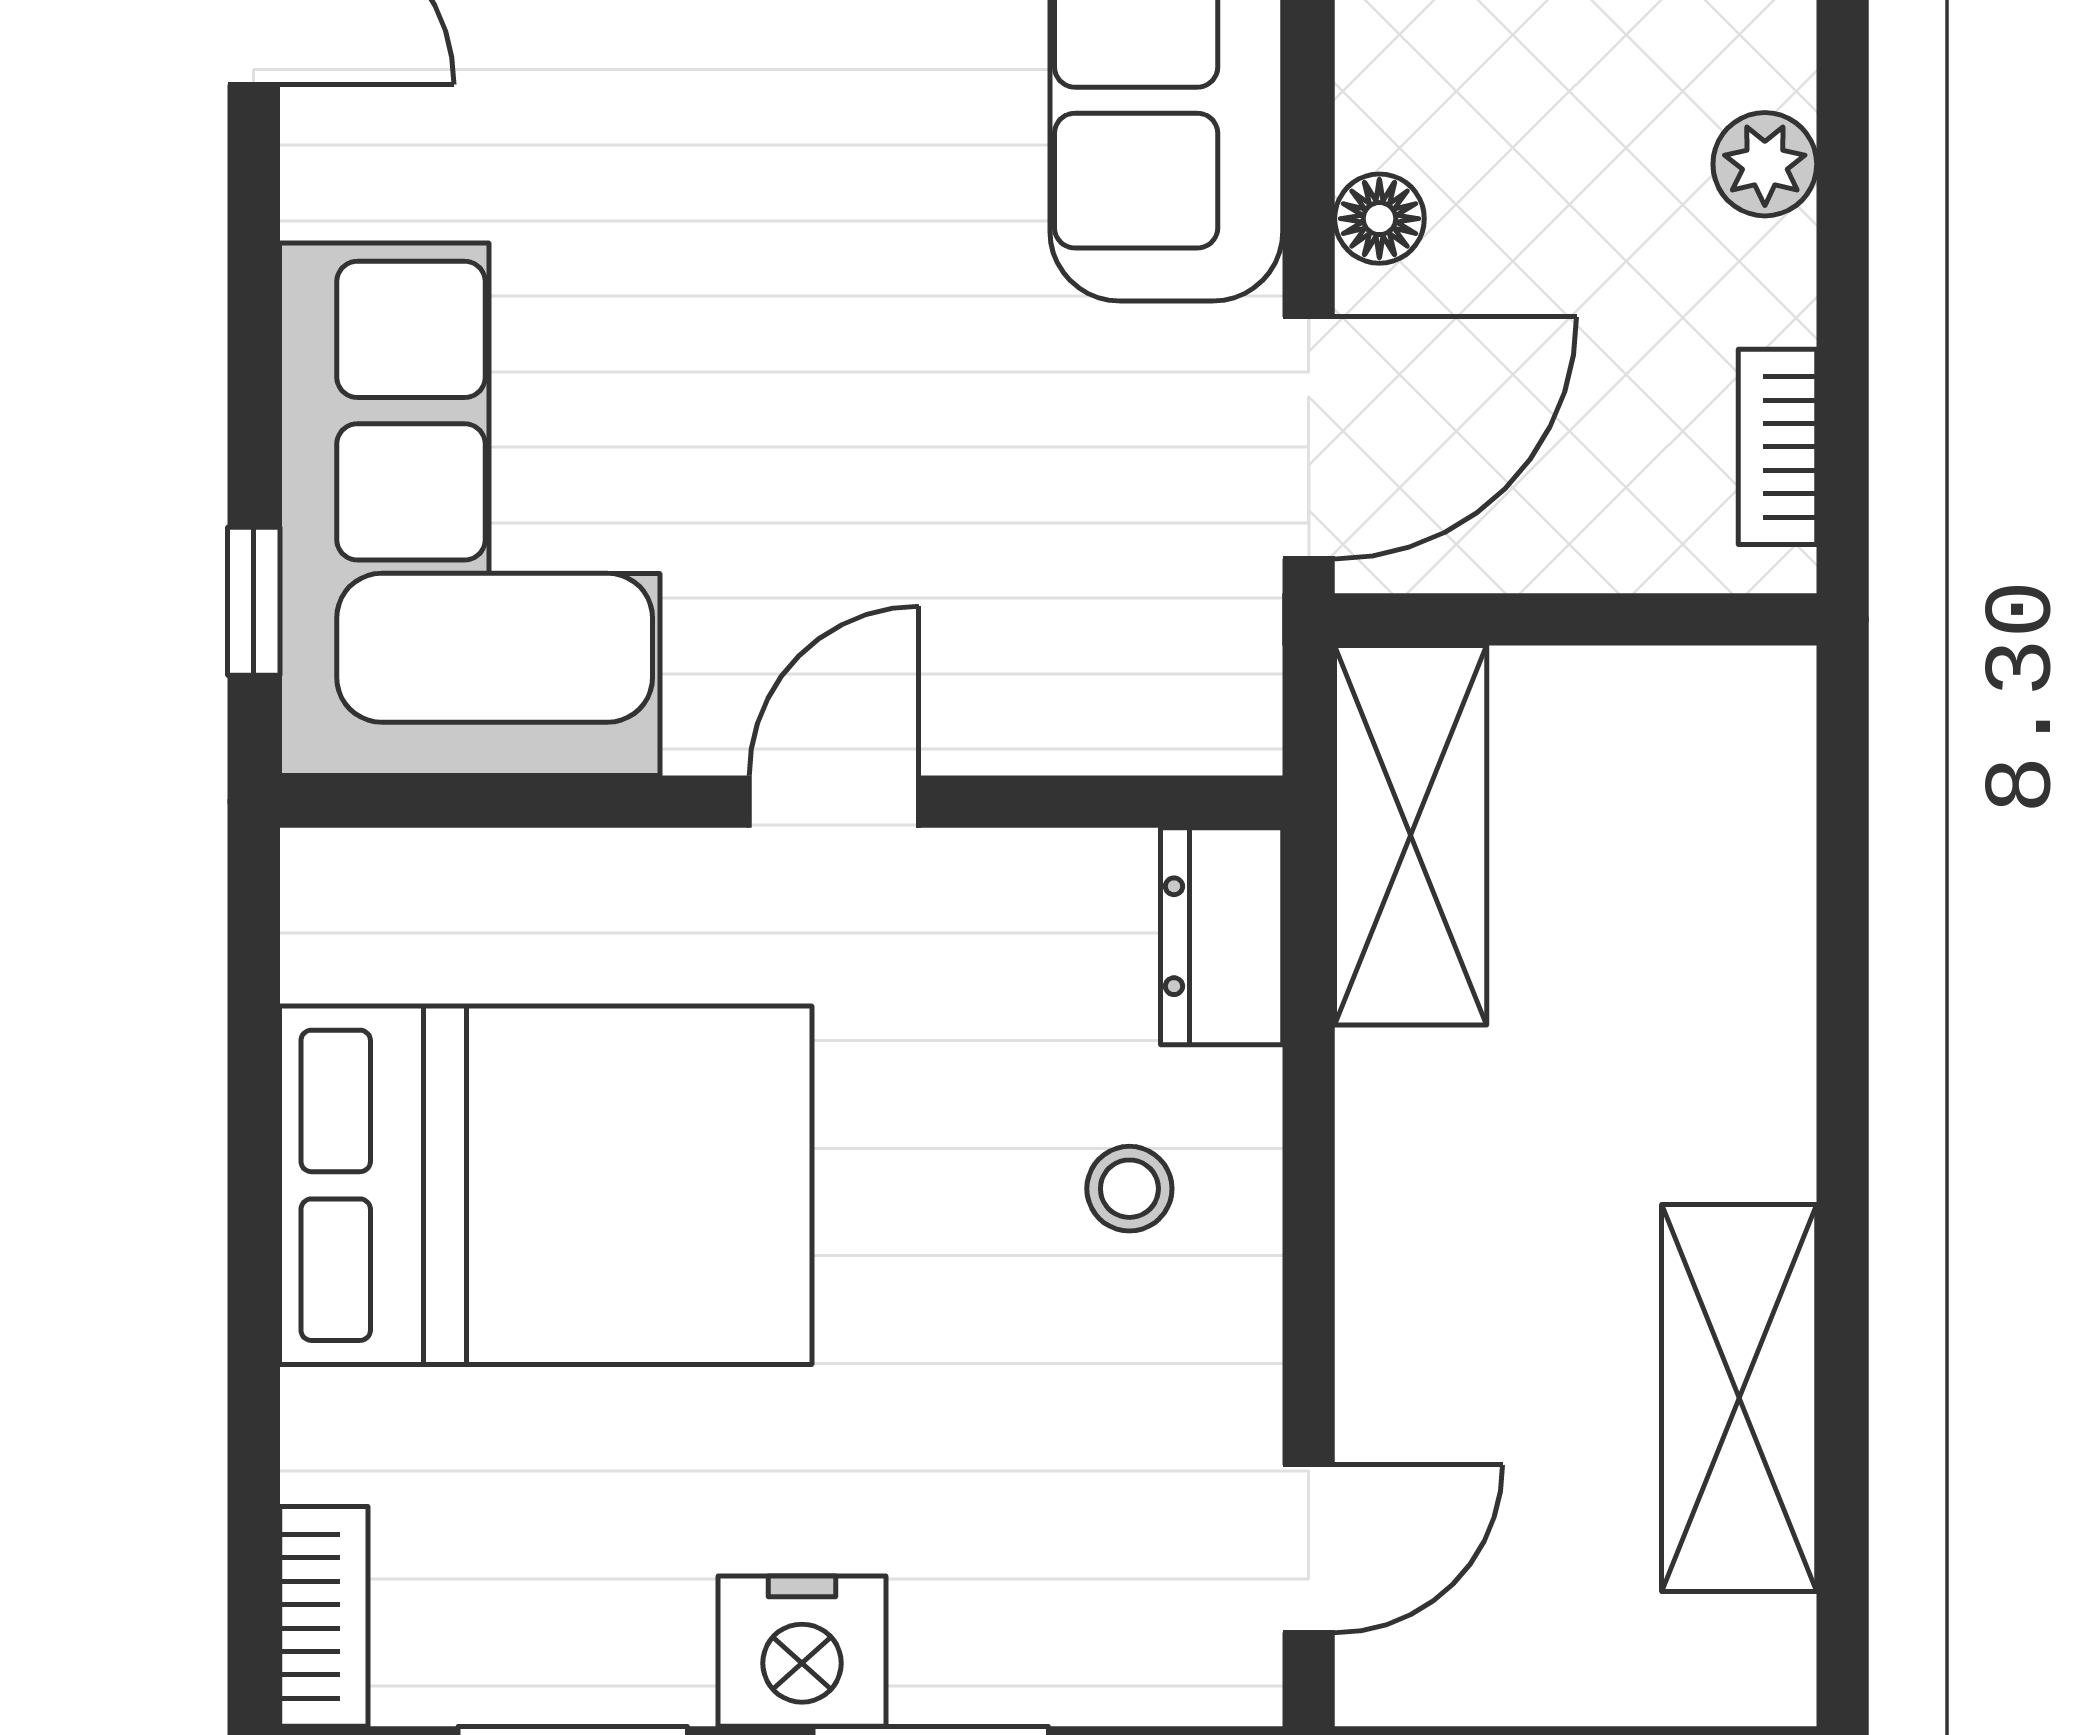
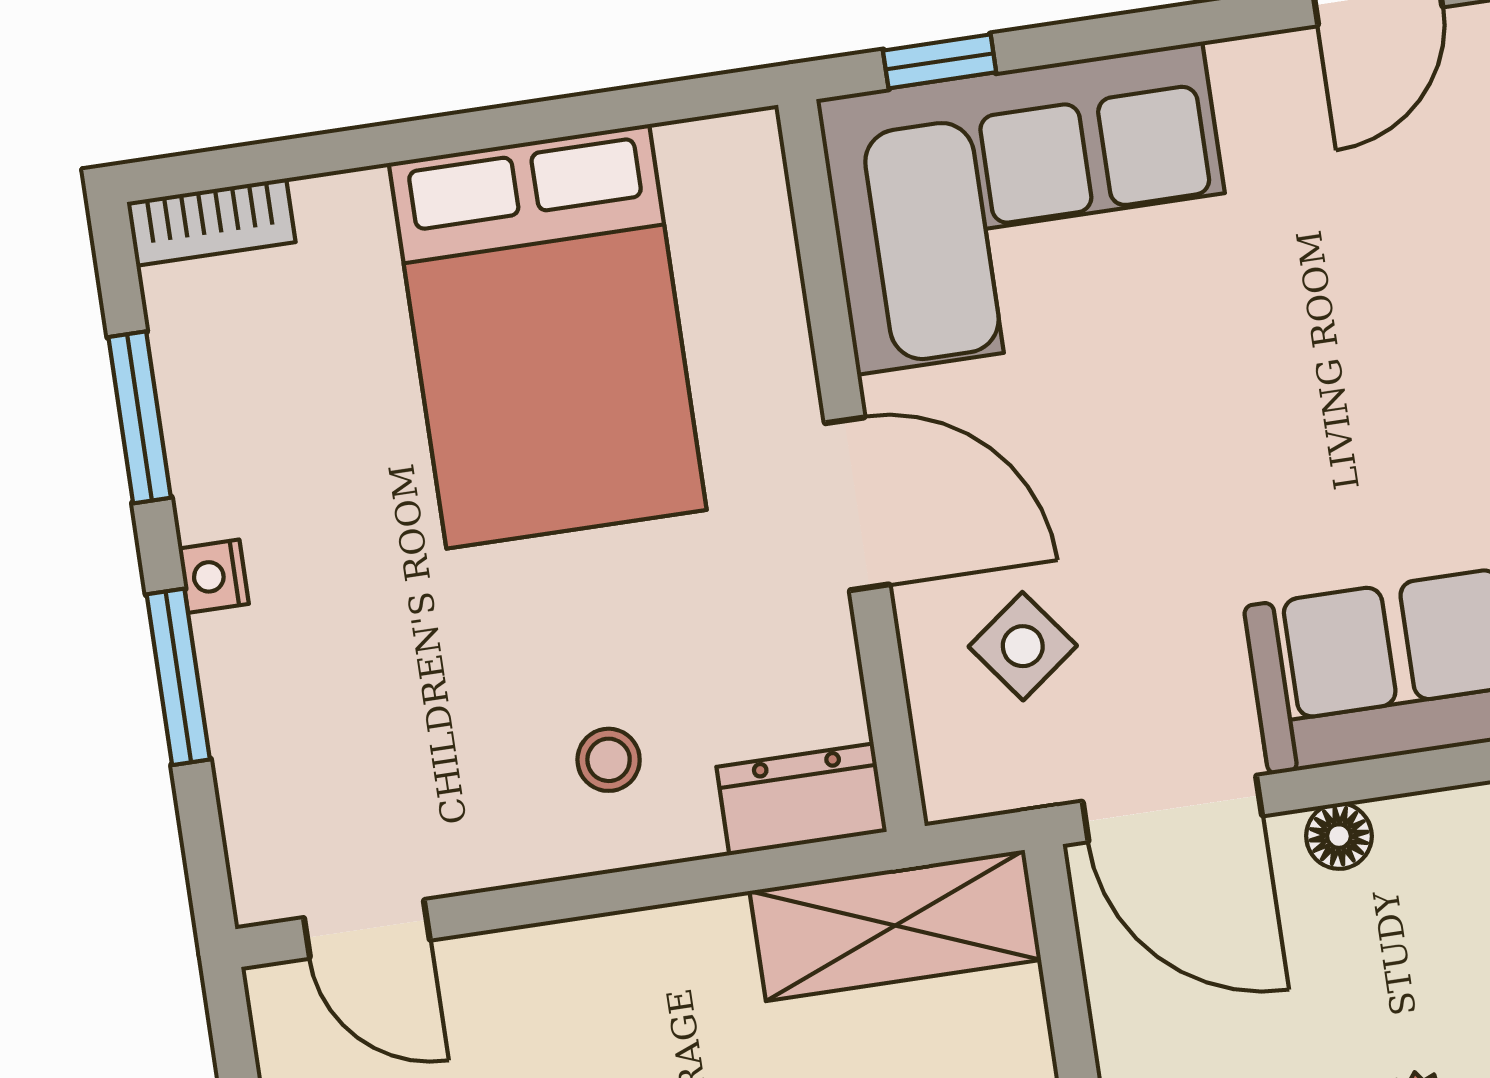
side table: (1059, 607) -> (1023, 646), added
door: (834, 802) -> (857, 504), width x1.38
nightstand: (802, 1651) -> (214, 576), width x0.53, depth x0.56

